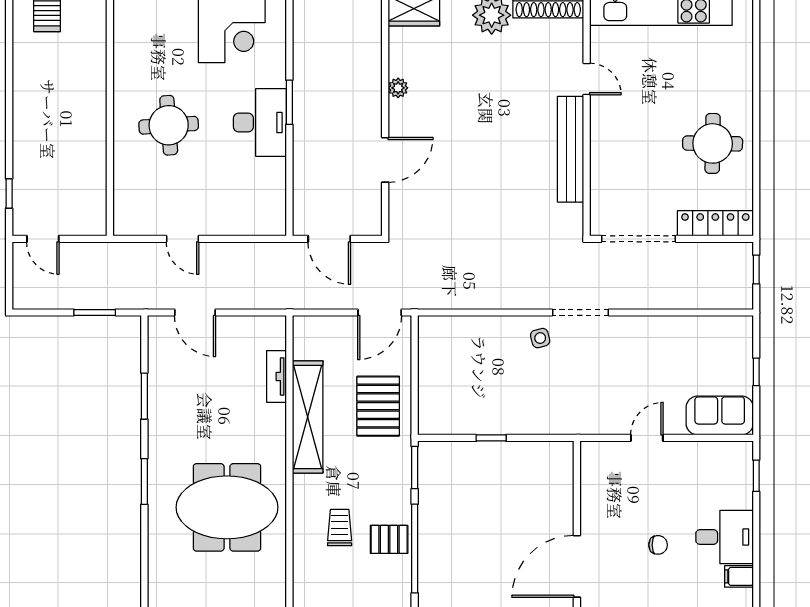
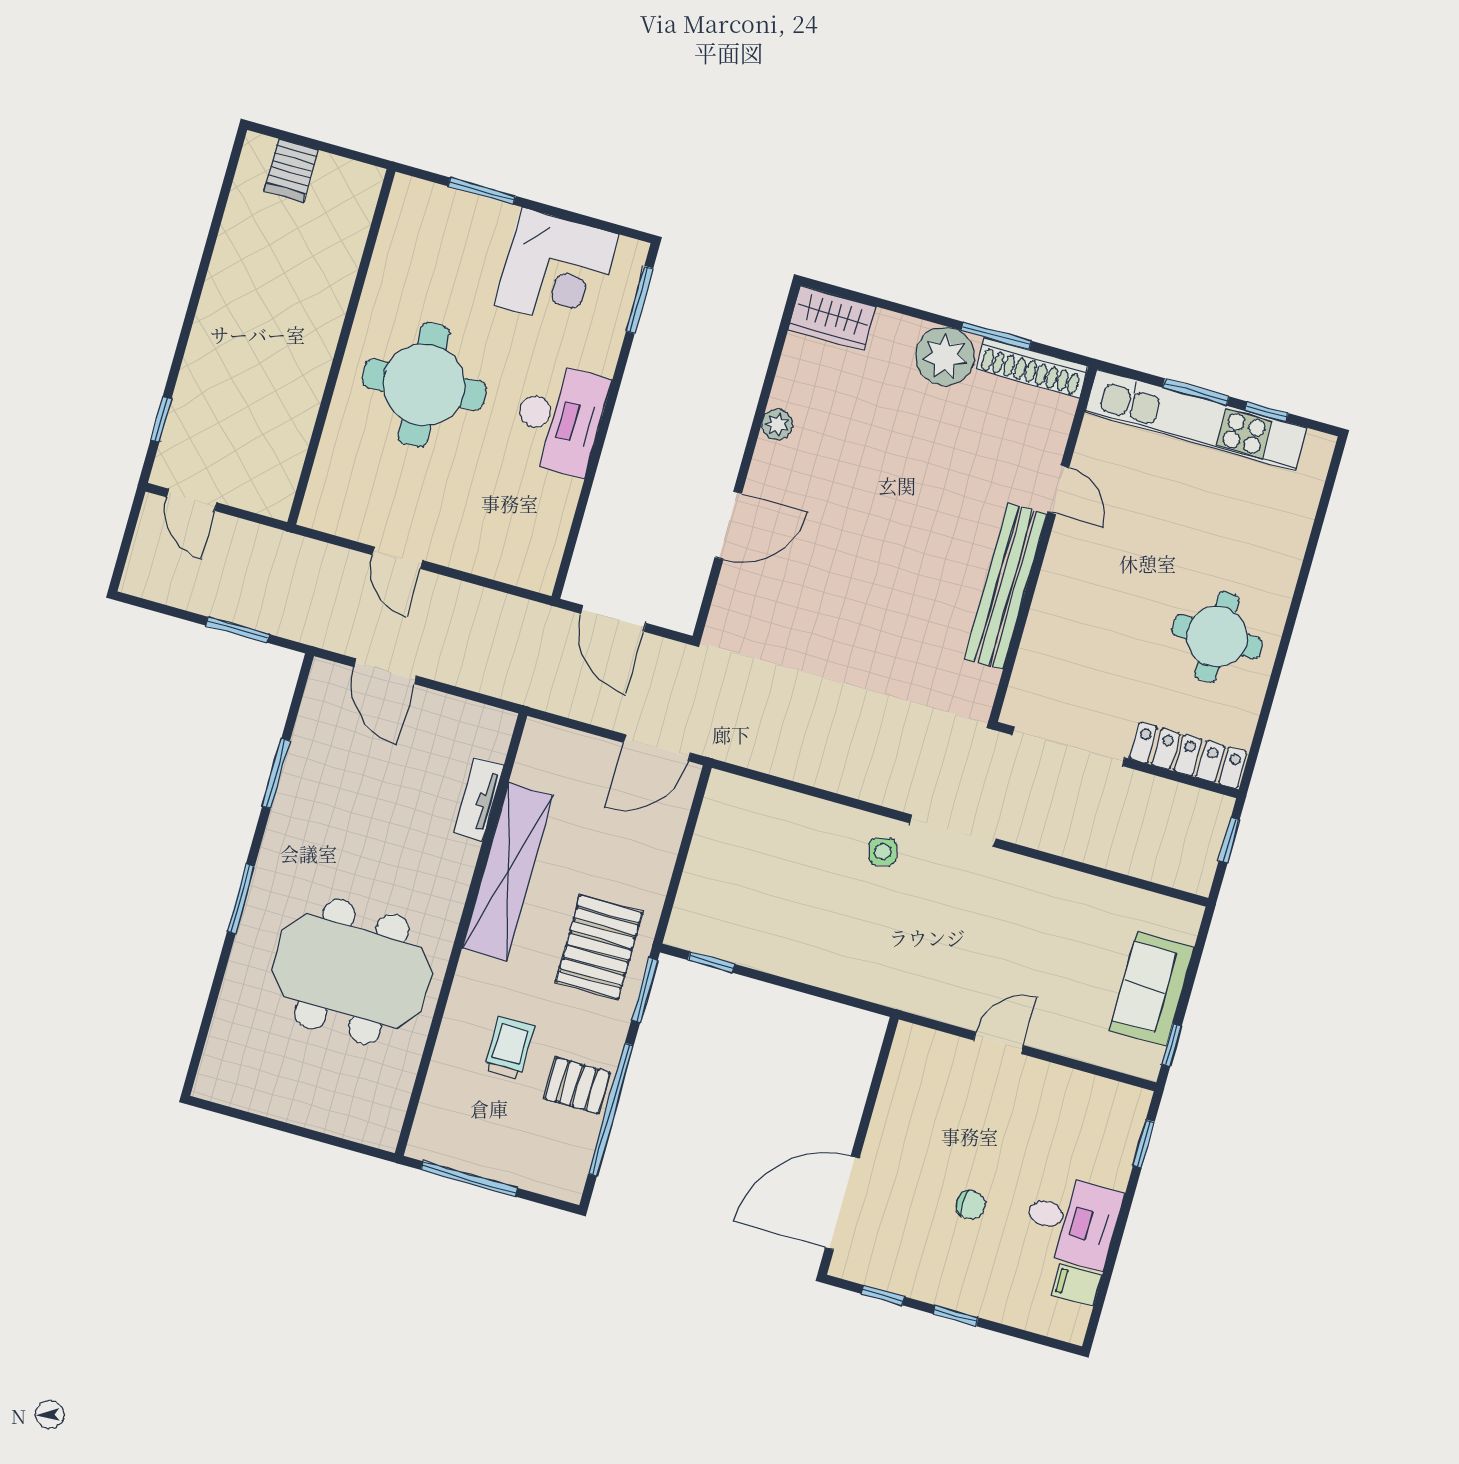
window: (289, 102) -> (640, 300), moved
round table: (169, 125) -> (424, 385), width x1.36, depth x1.36
window: (756, 372) -> (1172, 1045), moved
pallet: (378, 406) -> (599, 947), moved
sofa: (720, 415) -> (1152, 989), moved, turned -90
window: (491, 438) -> (711, 962), moved

